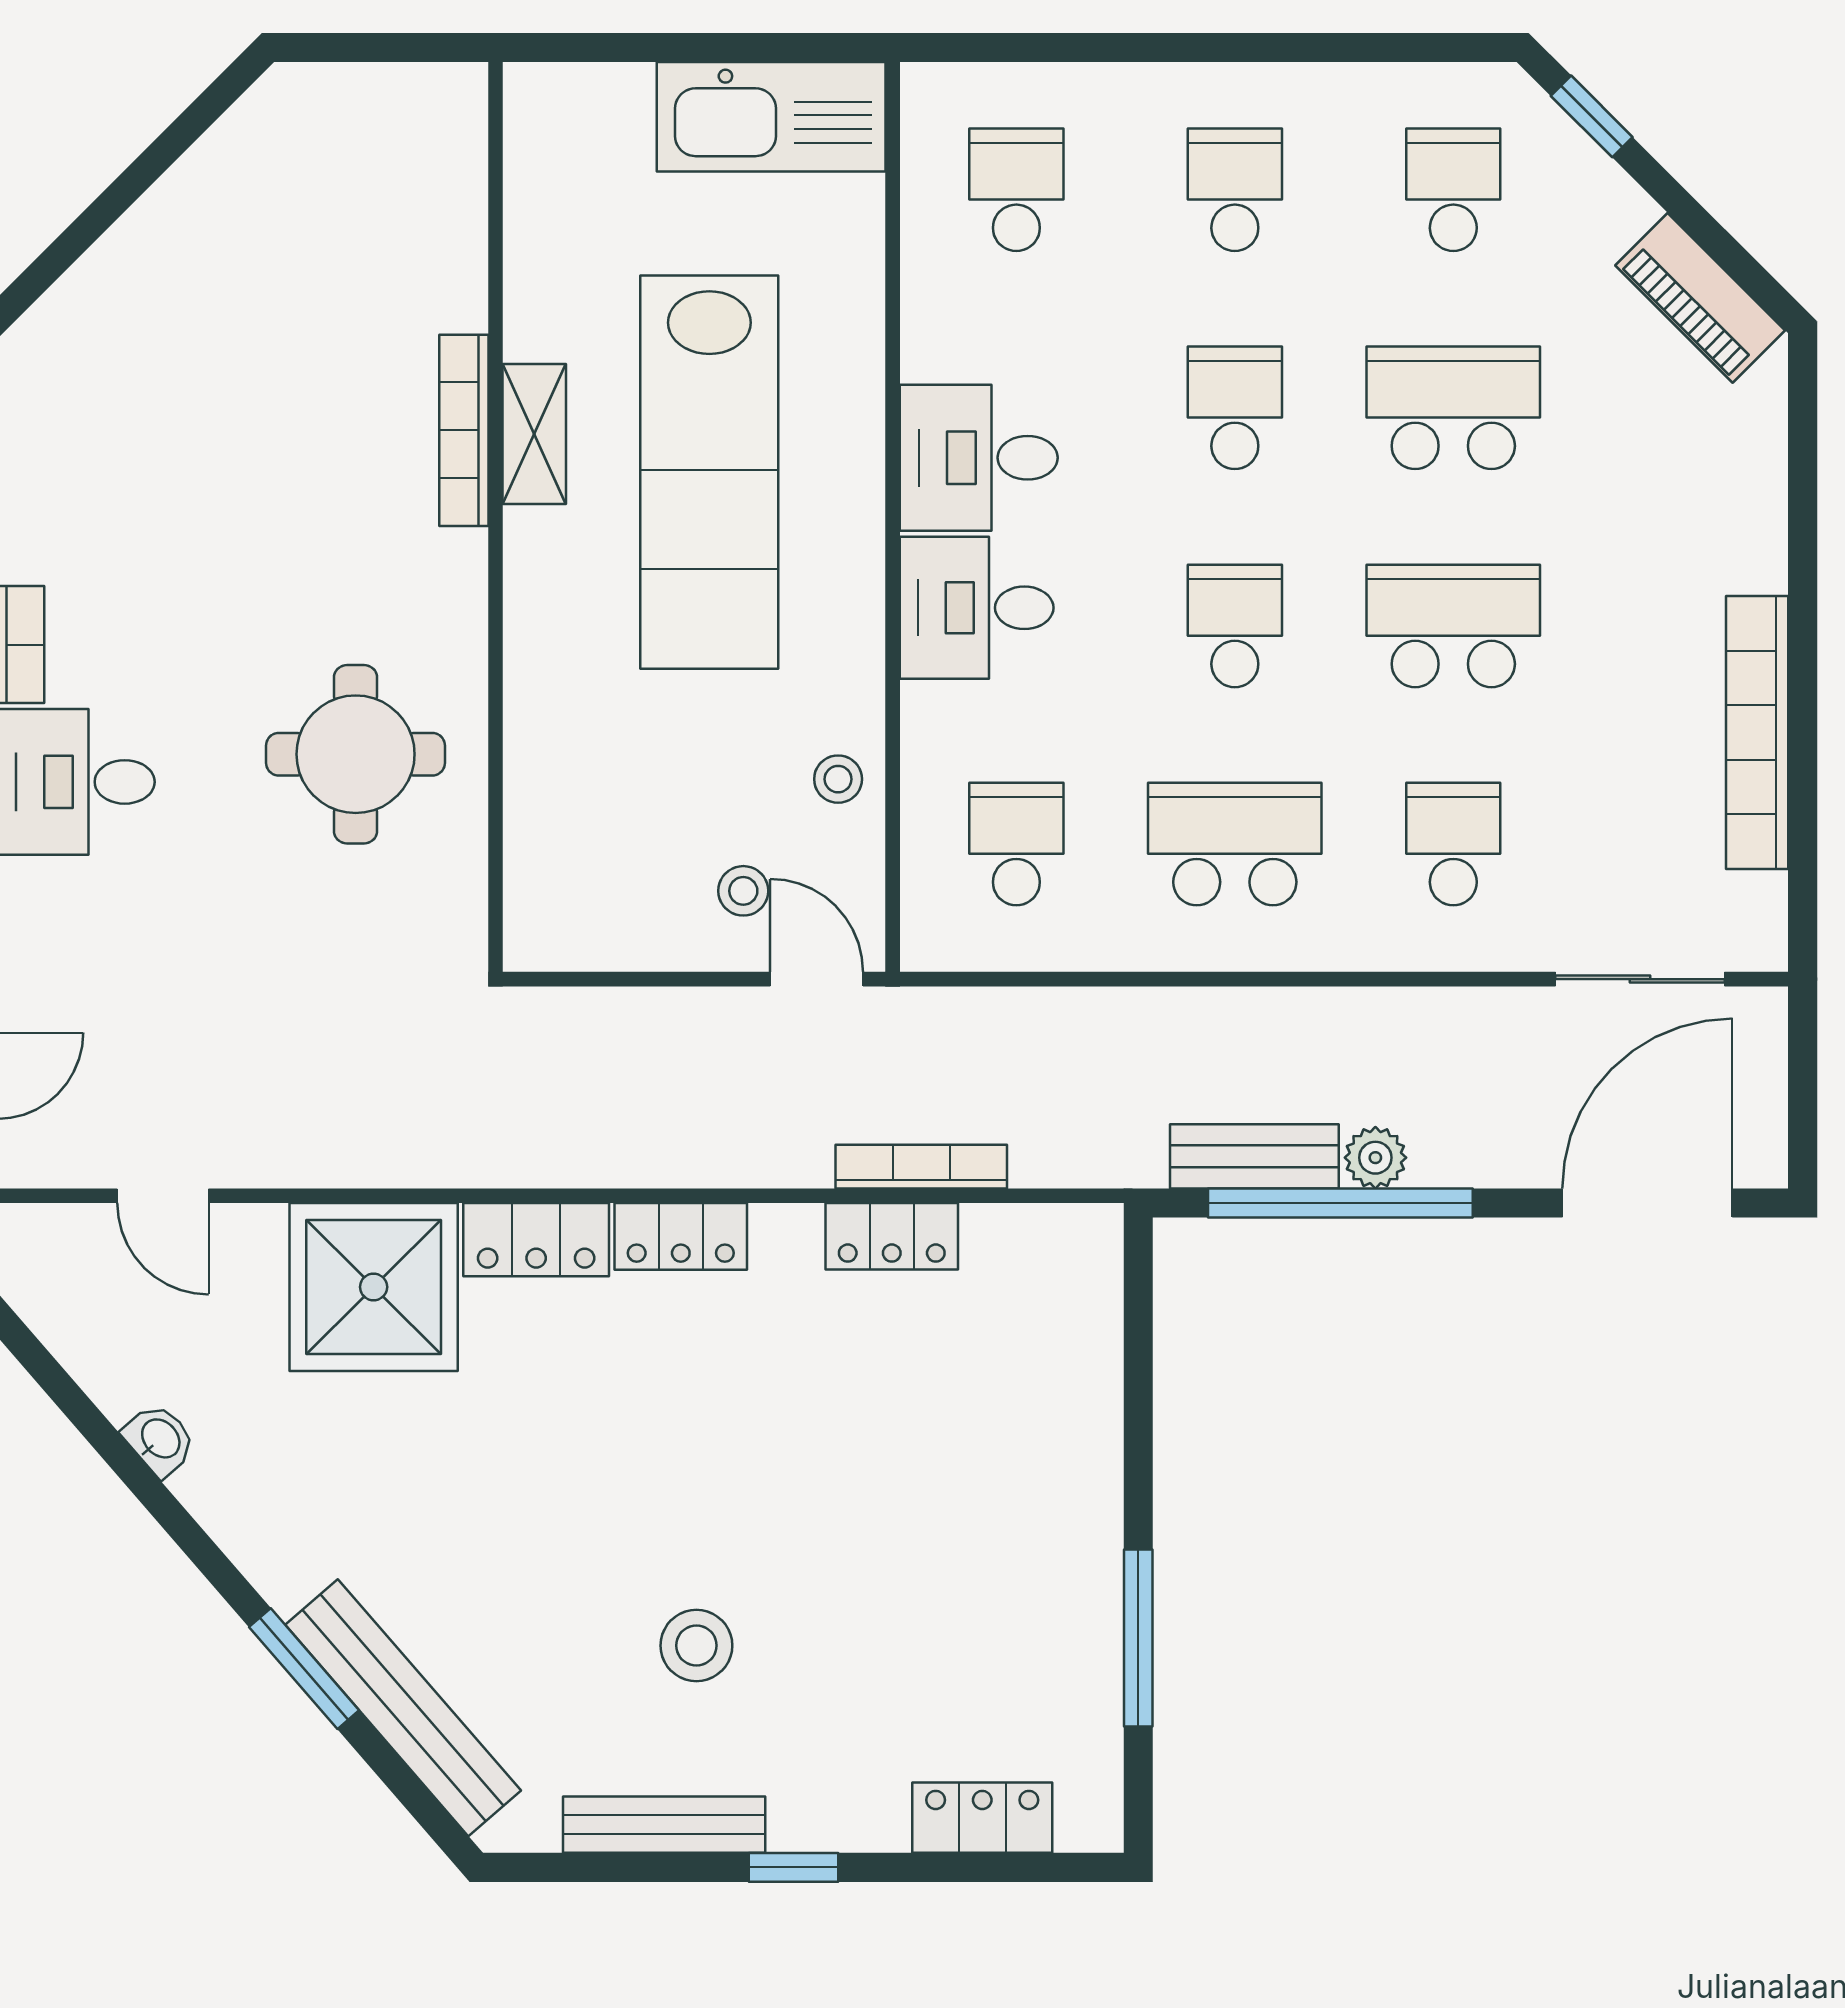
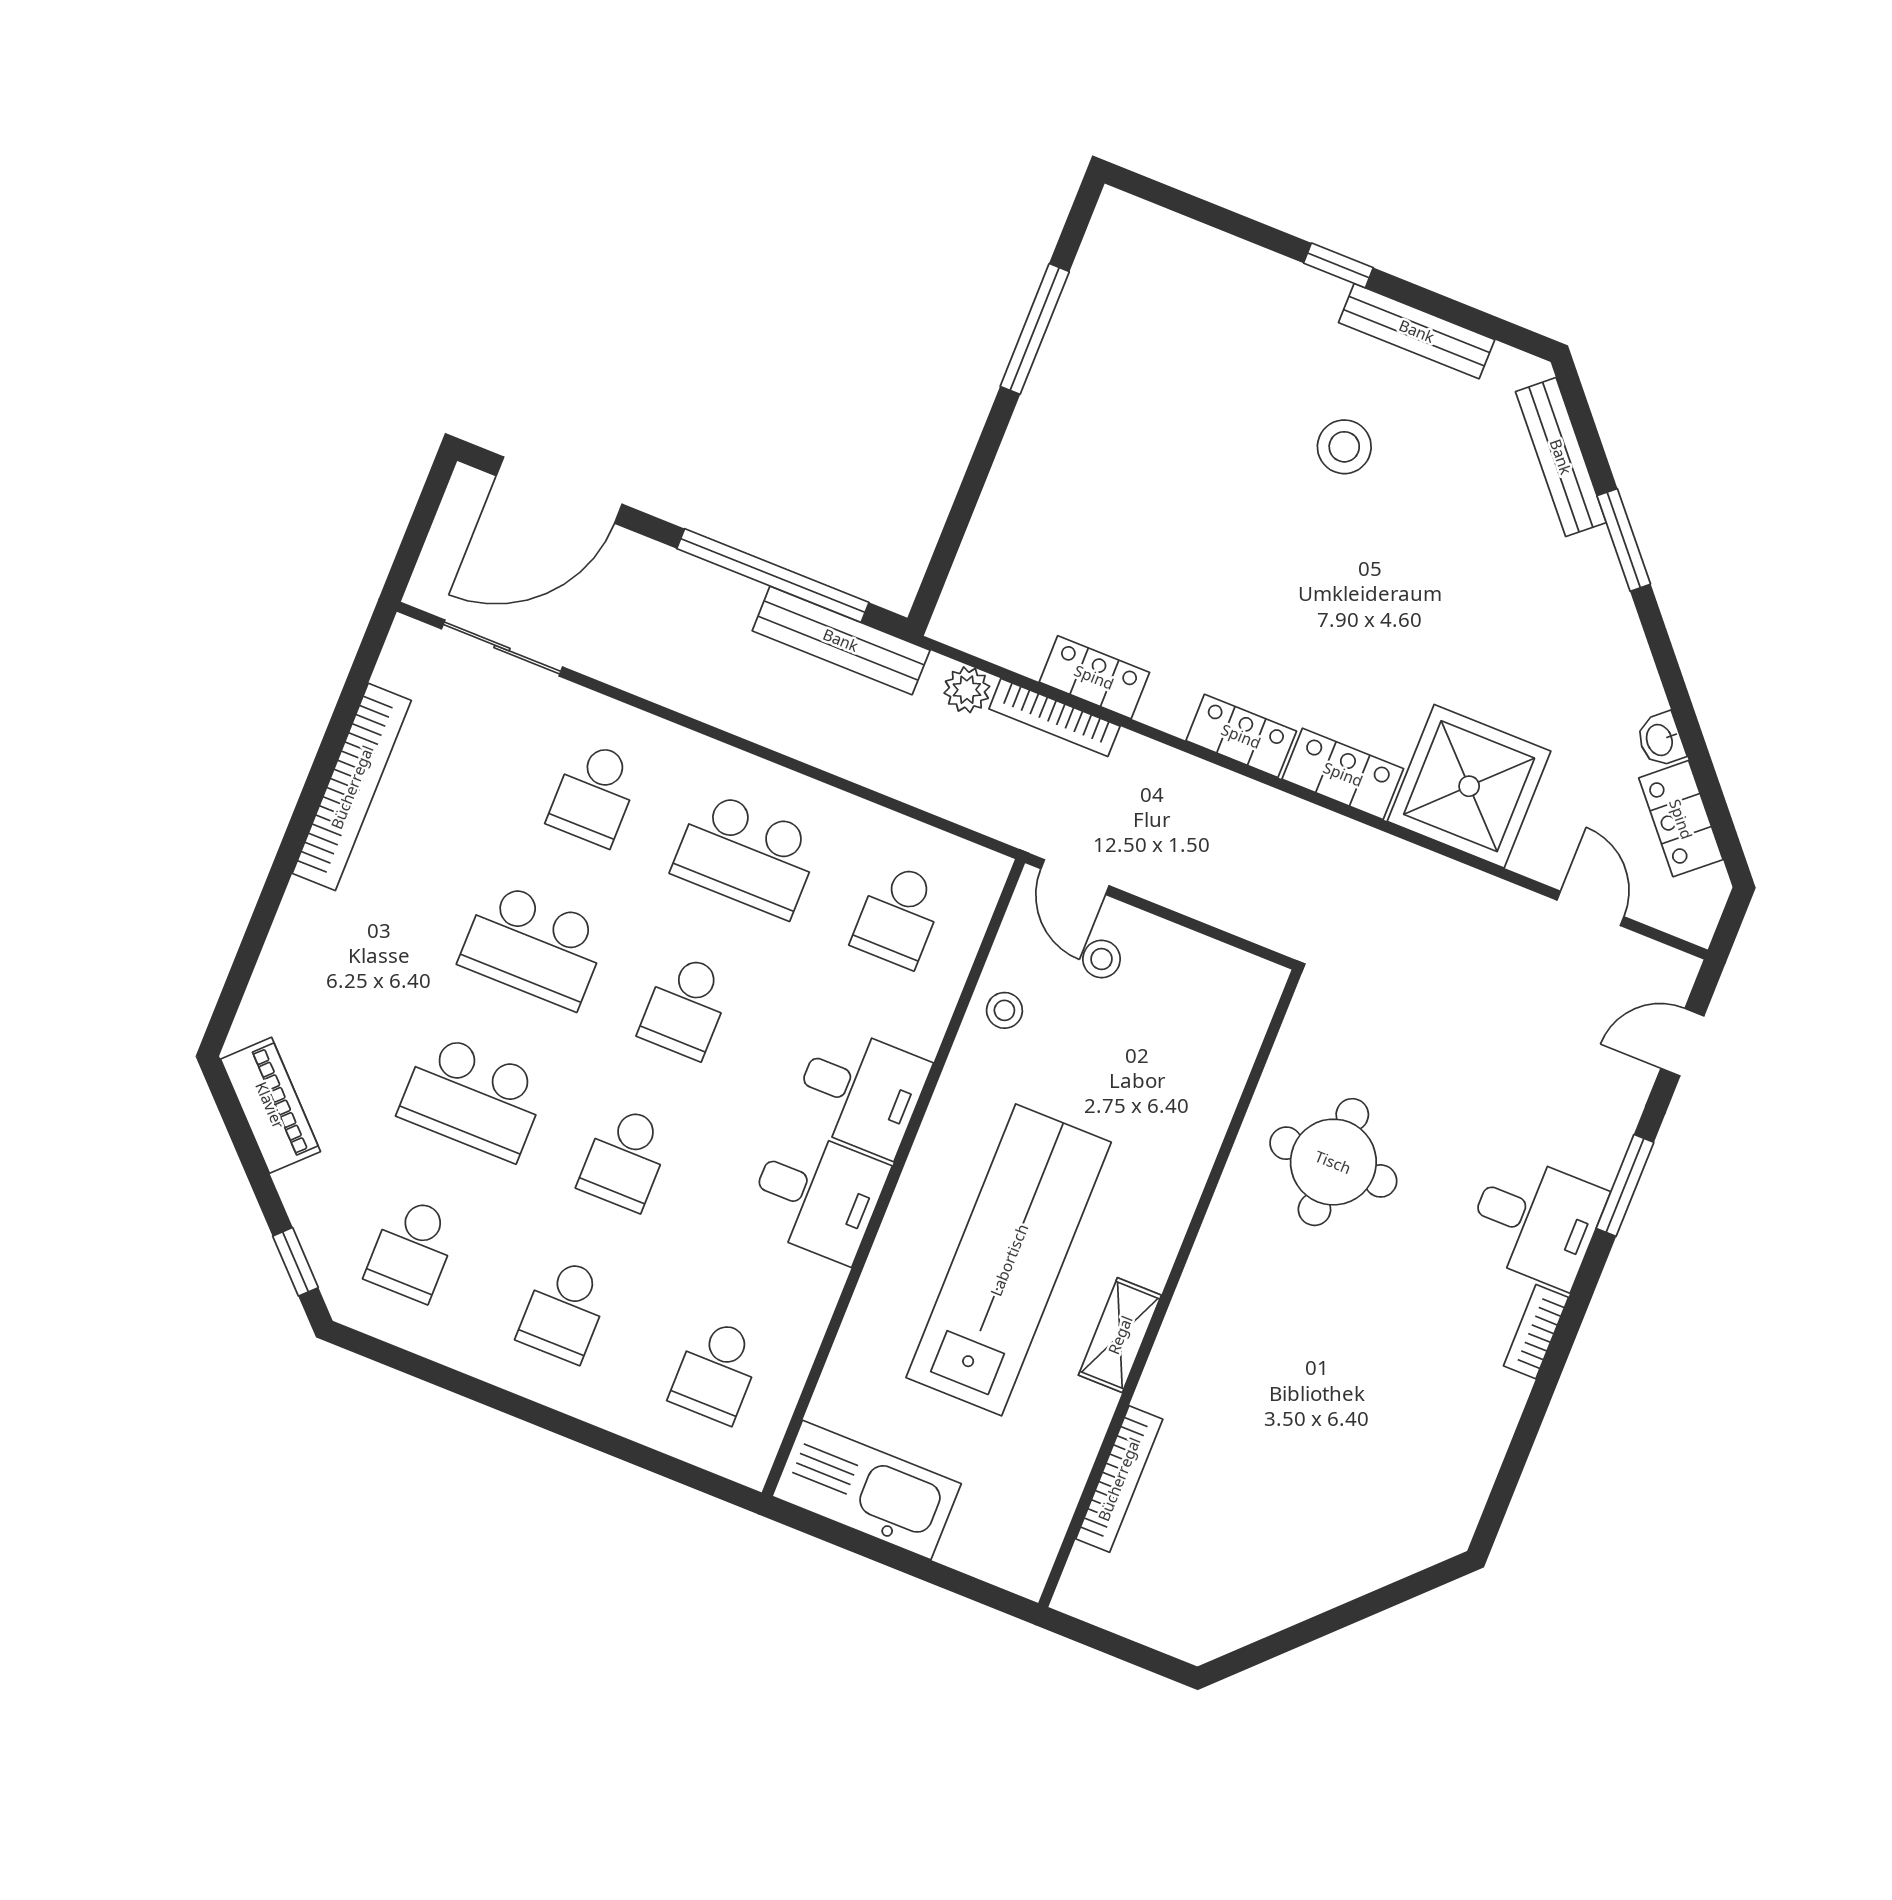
bookcase: (464, 430) -> (1119, 1479), moved
bench: (1254, 1156) -> (841, 640), width x1.36
plant: (1375, 1158) -> (967, 690), moved
bench: (403, 1708) -> (1561, 457), width x0.73, depth x0.82
locker: (982, 1818) -> (1681, 819), moved, turned 49

